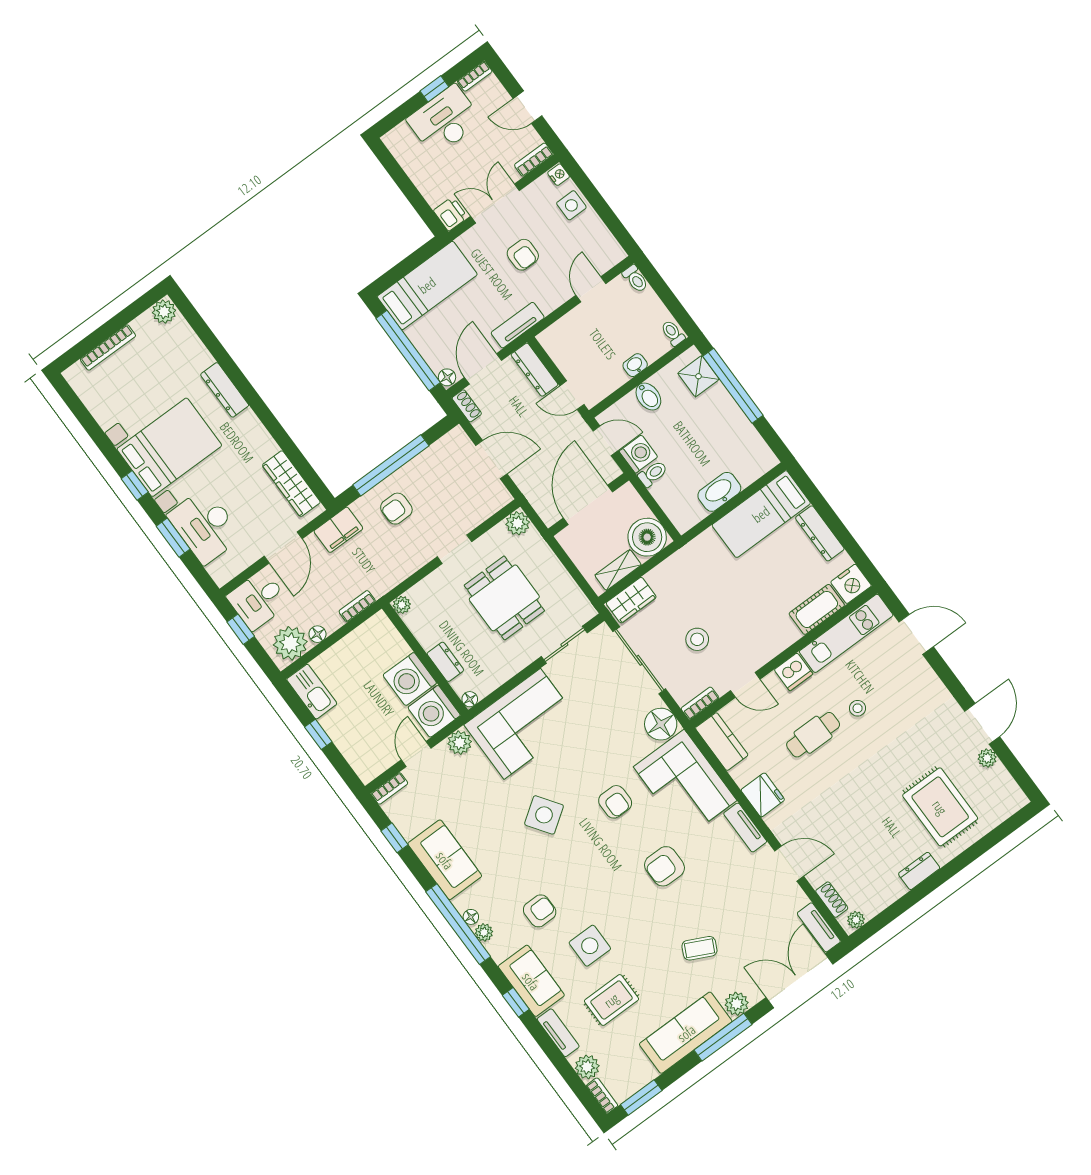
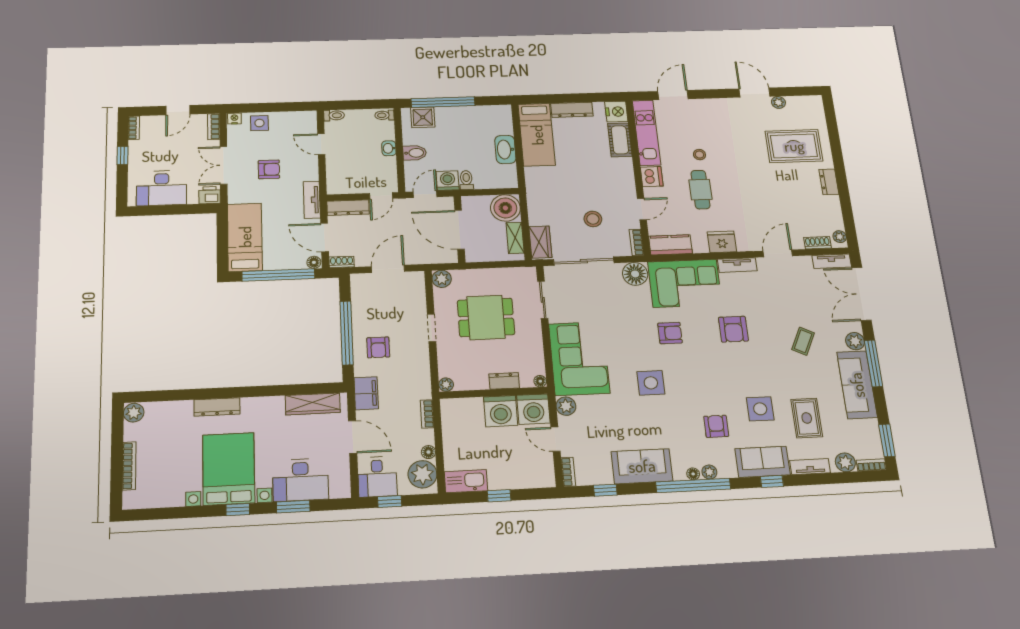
desk: (445, 120) -> (162, 188), moved, turned -90
side table: (544, 815) -> (651, 383), turned 35

